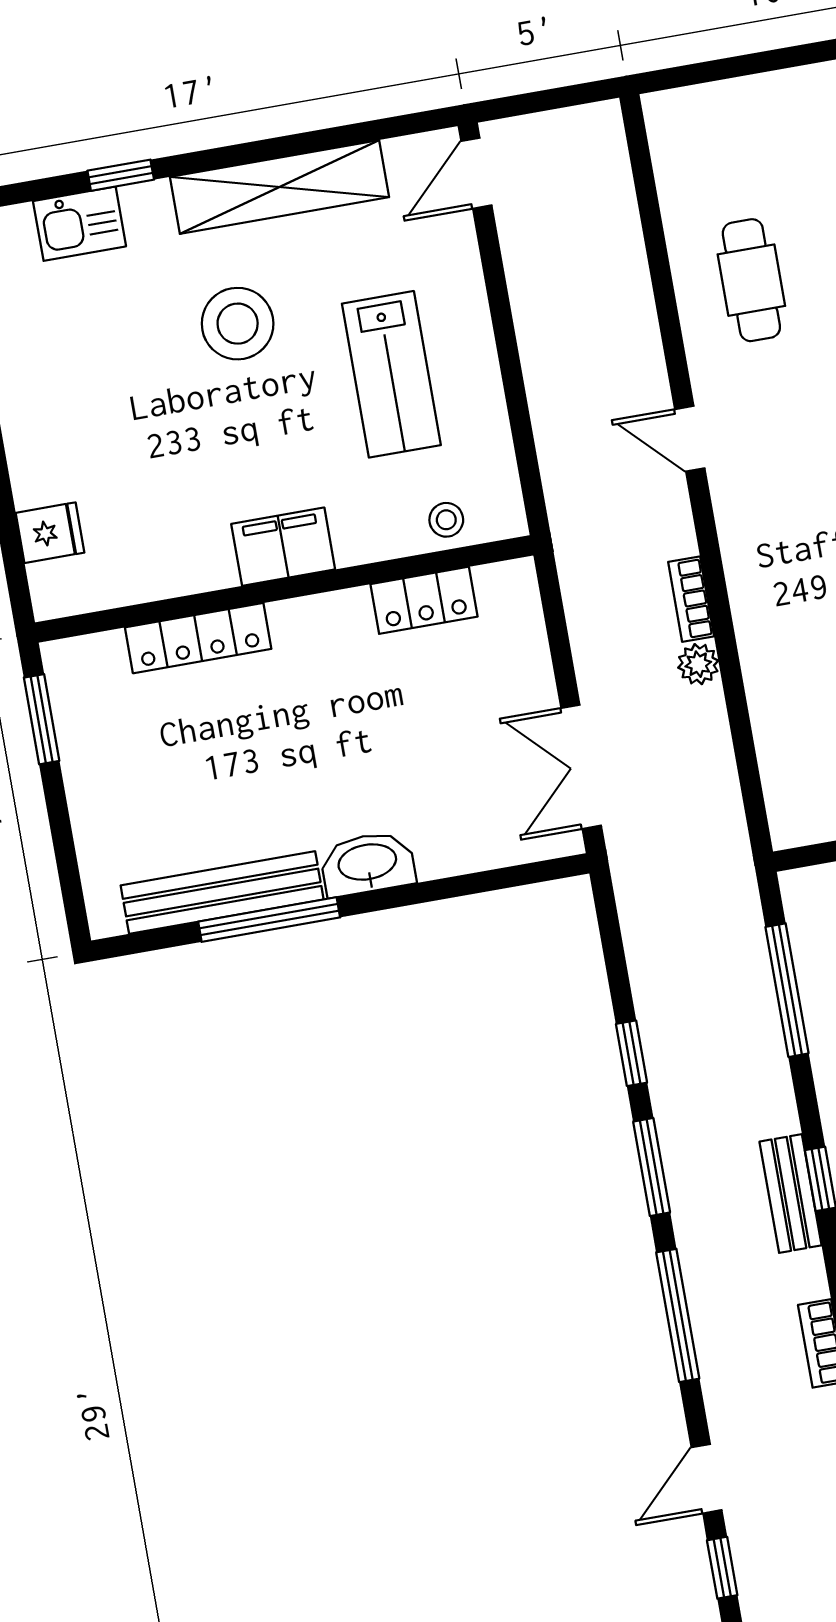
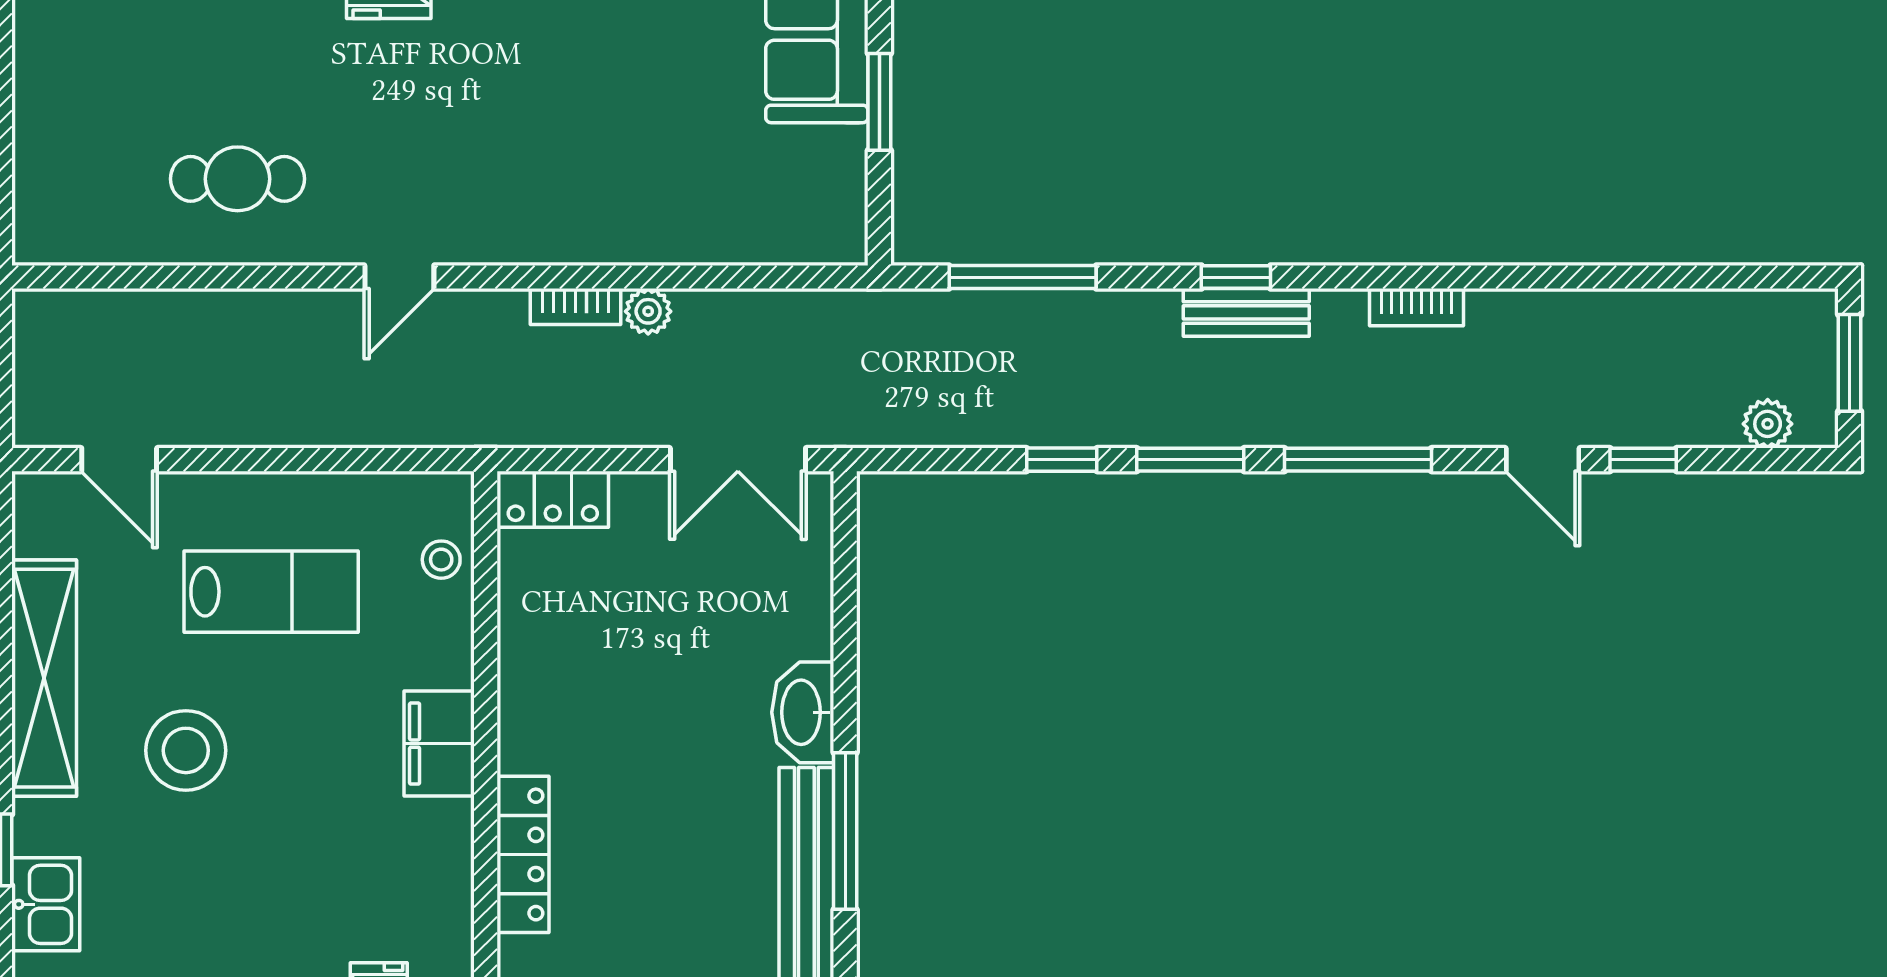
door: (476, 173) -> (119, 460), moved
locker: (424, 600) -> (553, 499), moved, turned 90

